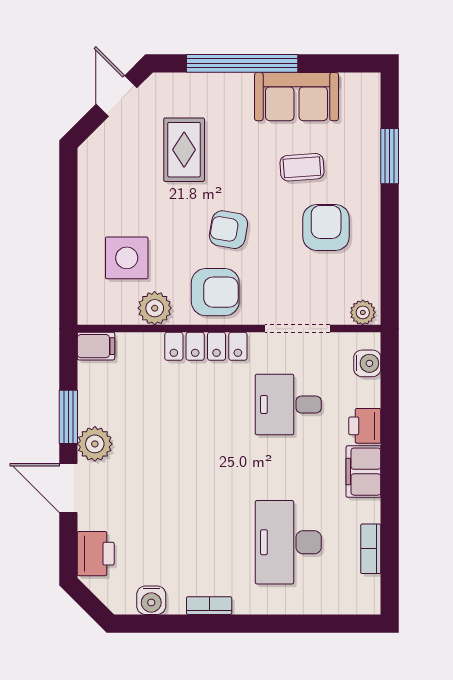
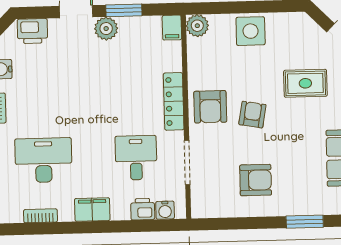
coffee table: (302, 167) -> (296, 163), removed
side table: (127, 258) -> (251, 31), moved
plant: (155, 308) -> (197, 26), moved
plant: (363, 312) -> (199, 206), removed
printer: (365, 426) -> (143, 209), moved

